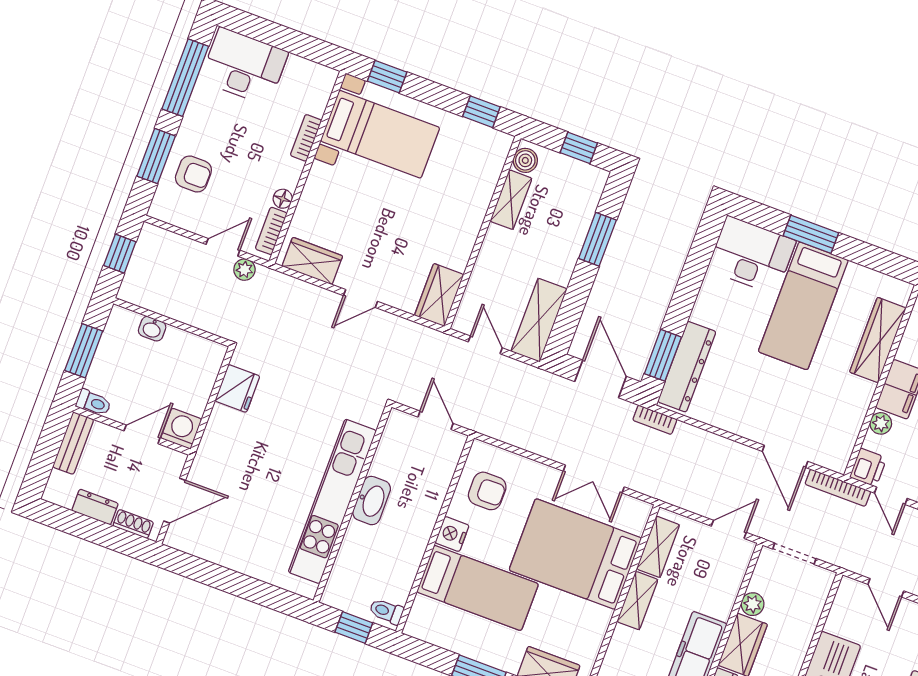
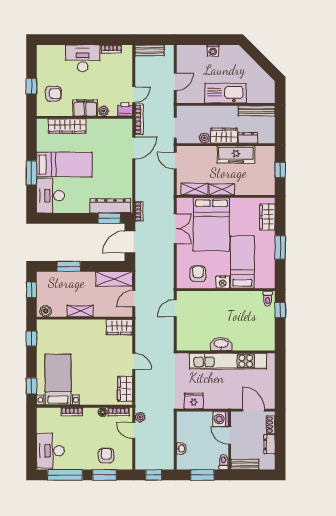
shelving: (511, 200) -> (80, 311), moved
kitchen unit: (332, 501) -> (228, 361), moved
washbasin: (372, 501) -> (221, 344), moved
wall: (352, 504) -> (226, 352), moved

